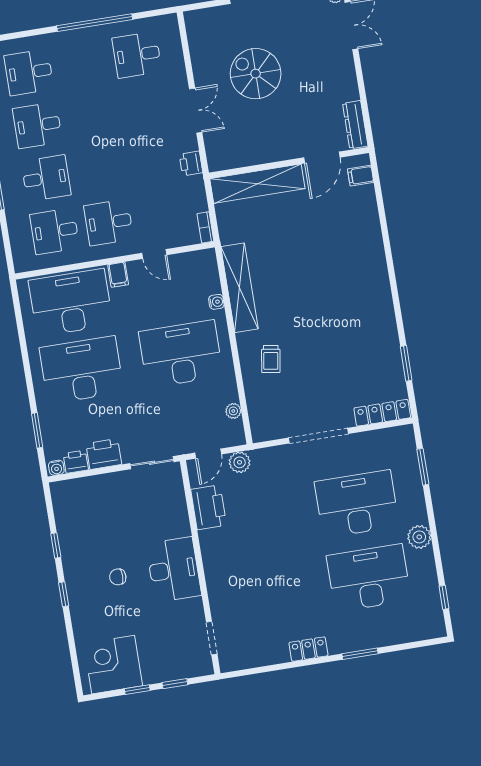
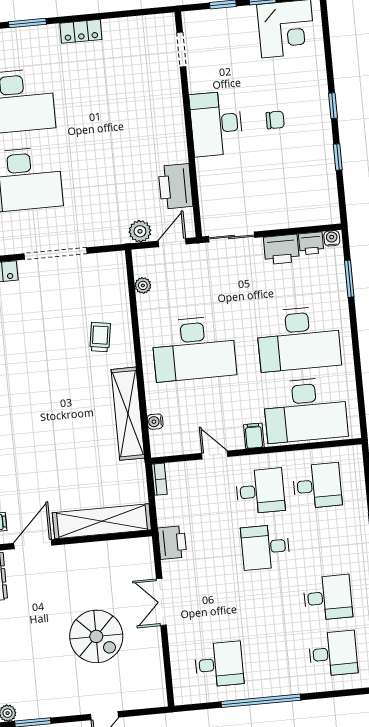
printer: (191, 163) -> (172, 543), width x1.36, depth x1.24
desk: (46, 178) -> (265, 547), moved
water cooler: (216, 302) -> (155, 422), moved

